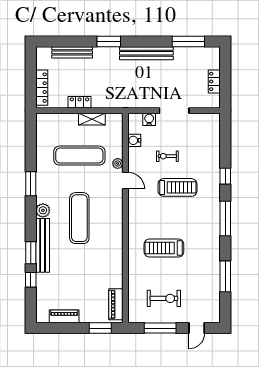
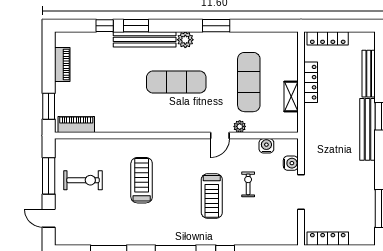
bench: (146, 53) -> (368, 129), moved
locker: (214, 81) -> (328, 239), width x1.53
locker: (79, 102) -> (311, 82), width x1.53
exercise bike: (164, 298) -> (83, 180), turned -90

